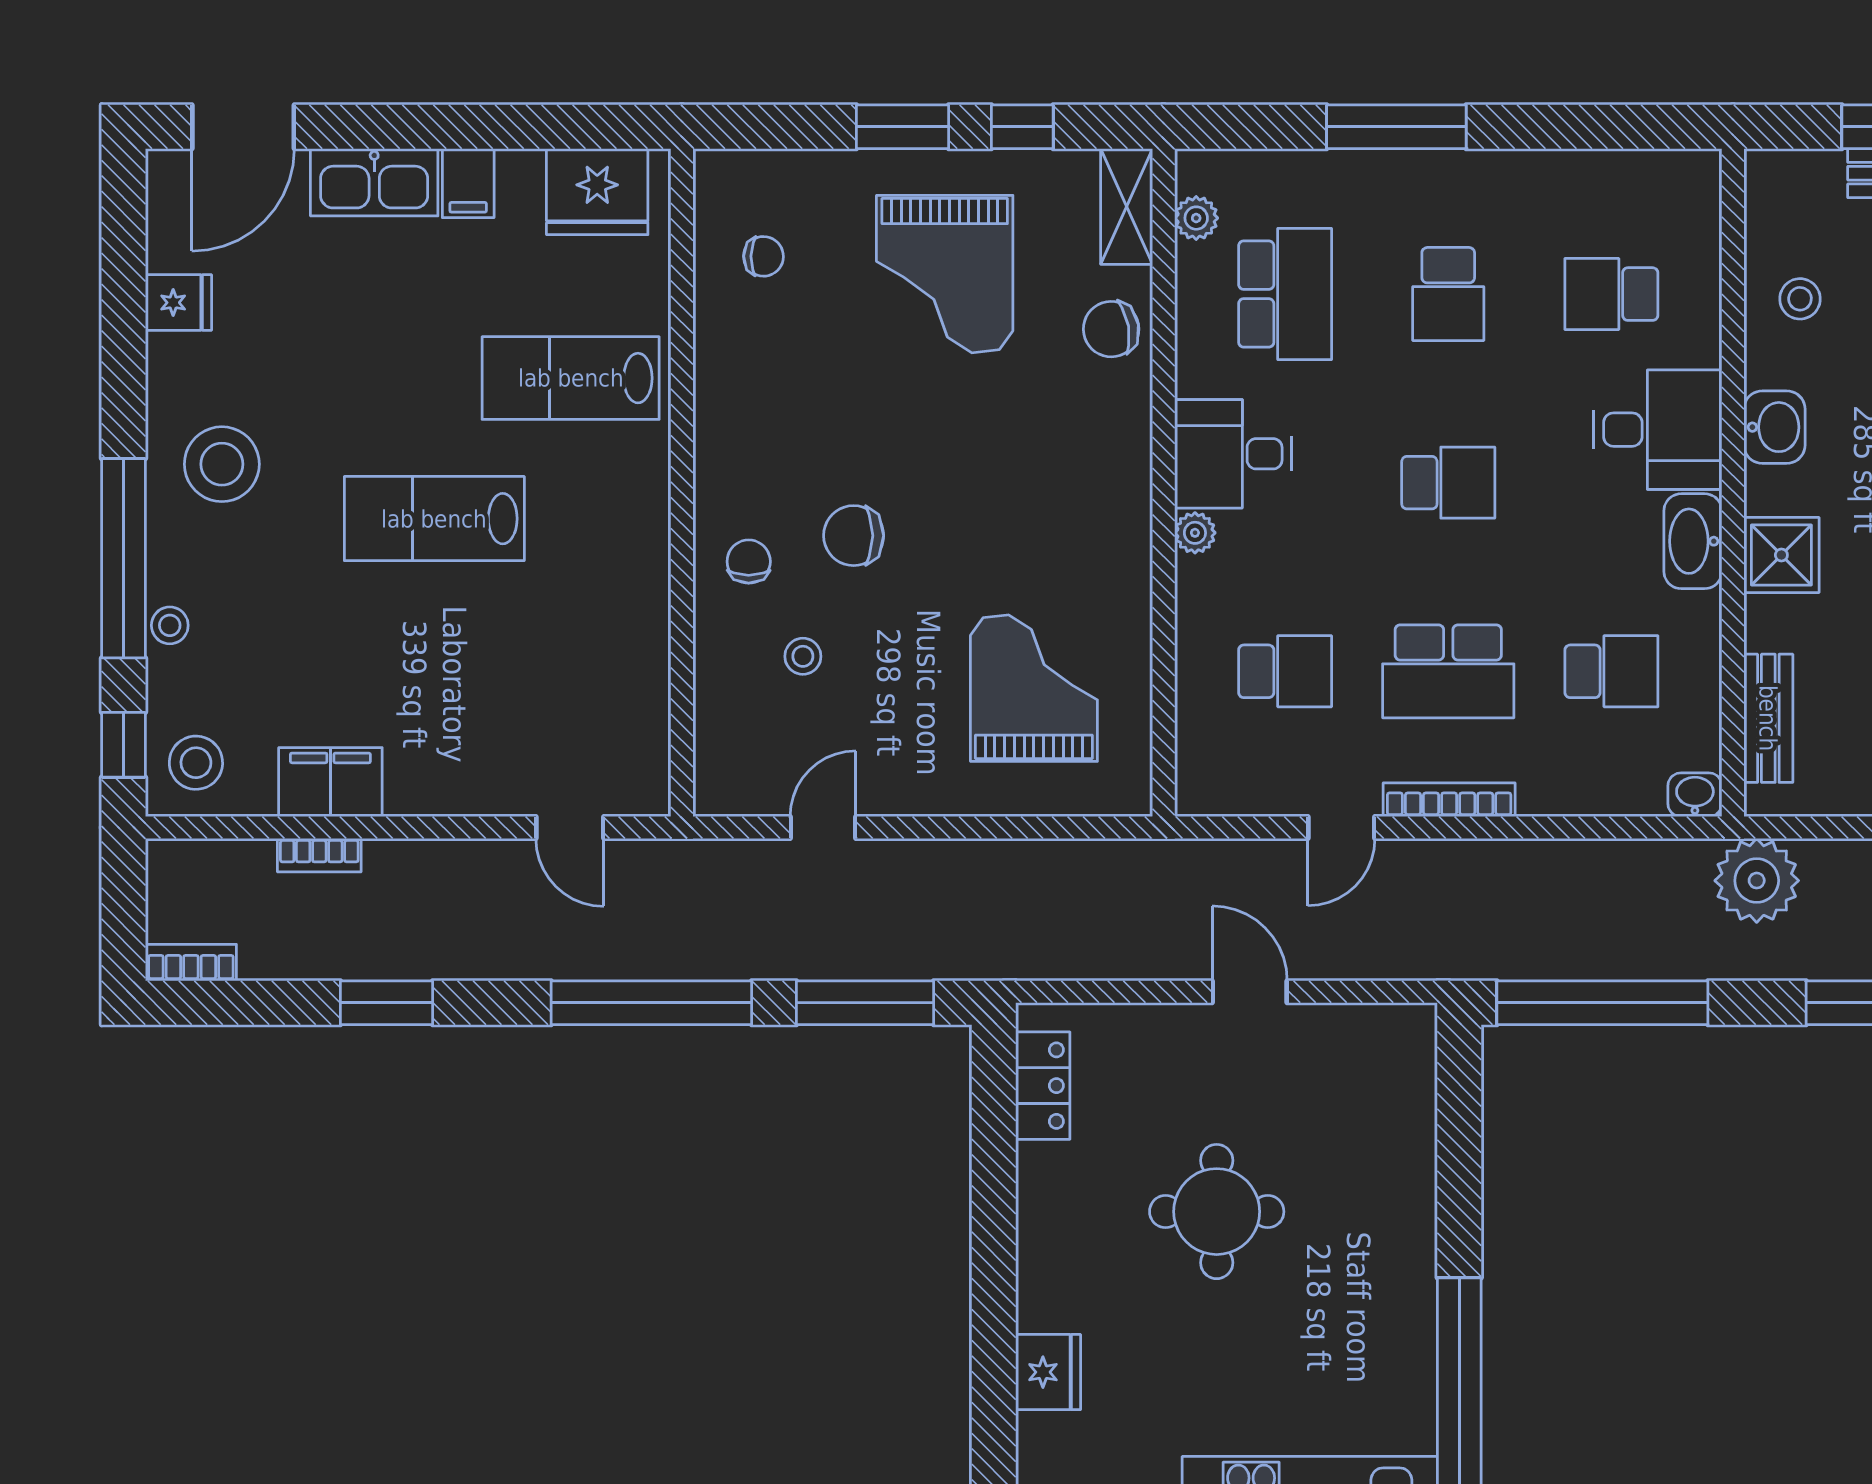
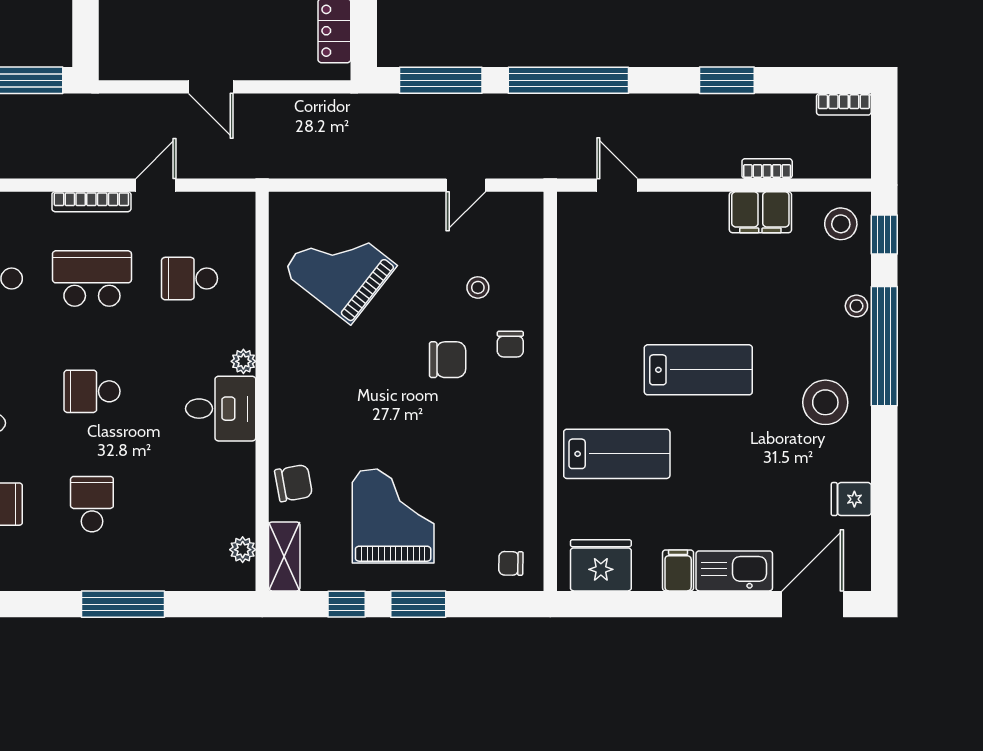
chair: (763, 256) -> (511, 563), moved
school desk: (1285, 294) -> (190, 504), removed
grand piano: (1034, 688) -> (340, 268), turned 128

